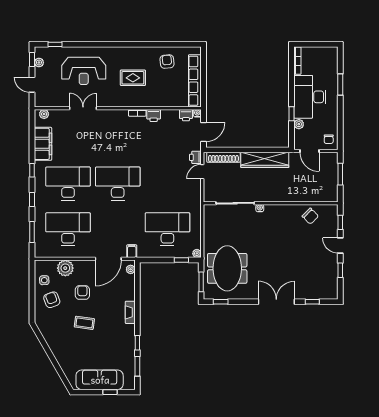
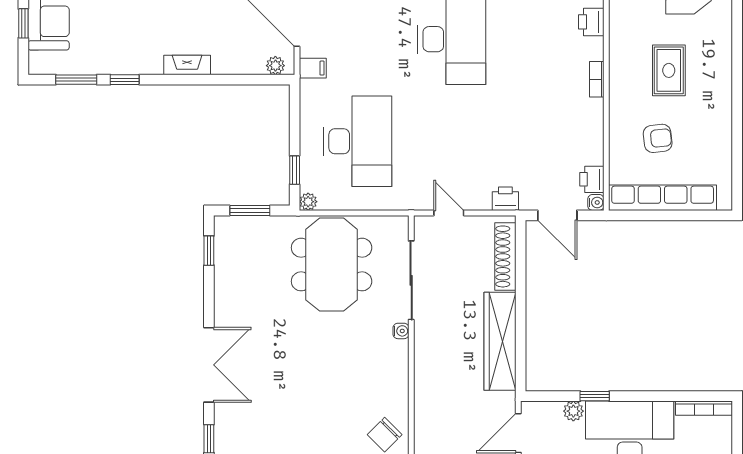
armchair: (167, 62) -> (658, 138), moved
printer: (154, 115) -> (591, 22), moved
door: (202, 172) -> (449, 213), moved
meeting table: (227, 268) -> (332, 265), moved, turned 90

